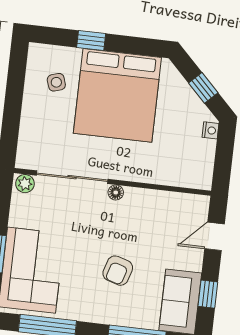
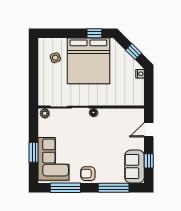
window: (91, 41) -> (94, 33), moved
armchair: (118, 271) -> (88, 174), moved, turned 73

